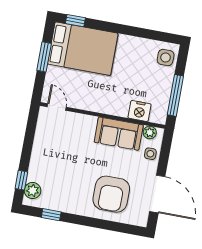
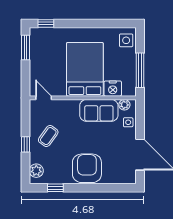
bed: (83, 49) -> (85, 69), moved, turned -90
window: (44, 57) -> (25, 48), moved
coffee table: (54, 153) -> (48, 136), added
window: (21, 180) -> (25, 144), moved
armchair: (111, 194) -> (87, 168), moved, turned 180

